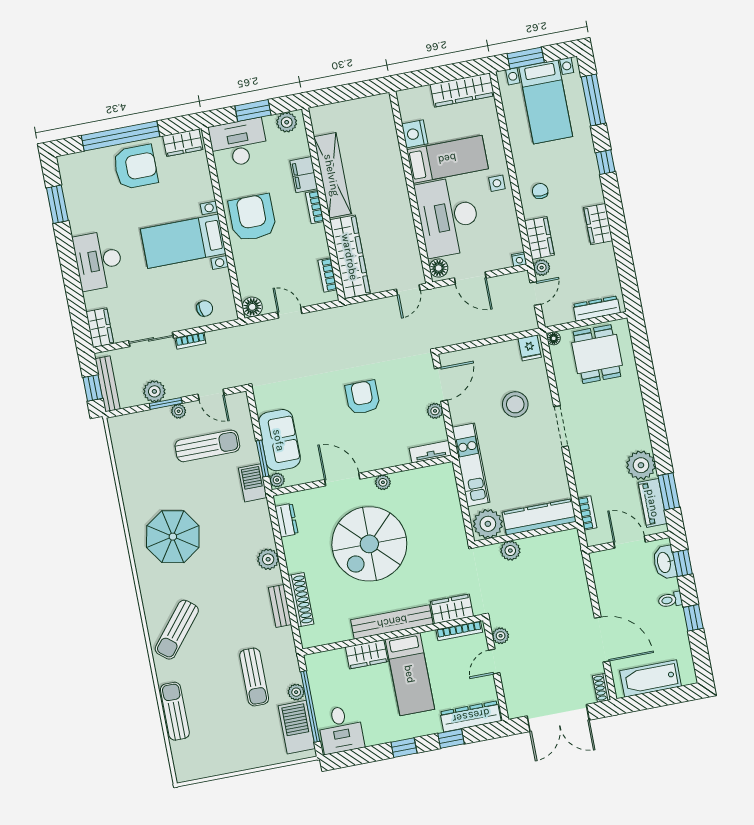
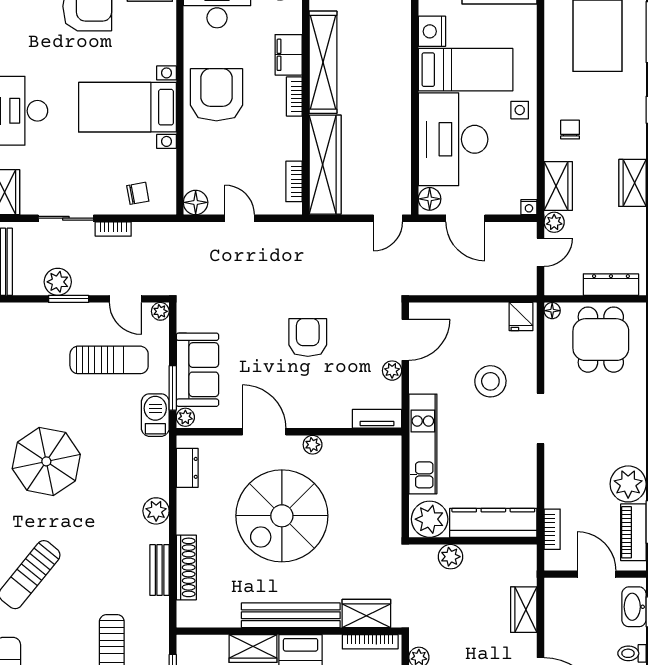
plant: (179, 411) -> (160, 311), moved
wardrobe: (577, 582) -> (524, 610), added

